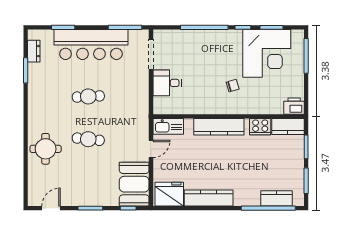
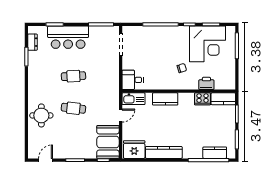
bar counter: (91, 45) -> (68, 37), width x0.73
desk: (167, 83) -> (133, 80), moved
printer: (294, 106) -> (206, 83), moved
kitchen counter: (219, 127) -> (165, 99), width x0.67

